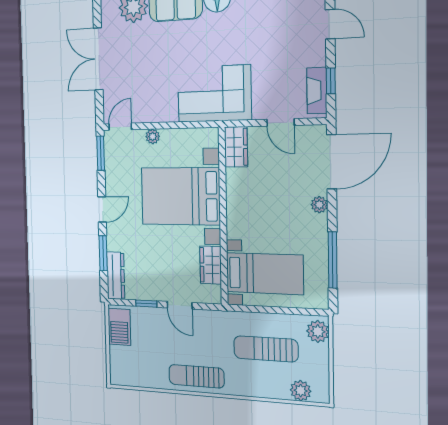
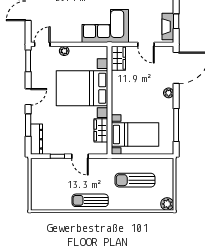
barbecue: (119, 327) -> (38, 172), removed
plant: (318, 331) -> (167, 168), removed
plant: (301, 391) -> (167, 204), moved

